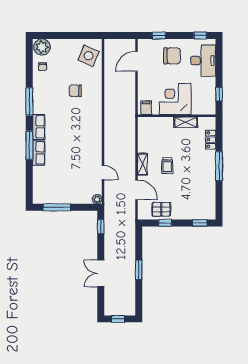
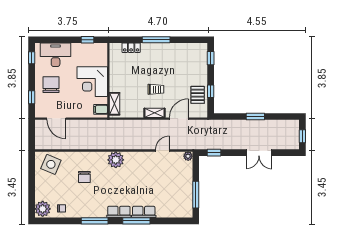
shelving: (186, 122) -> (114, 104), moved
plant: (93, 124) -> (116, 160), added

